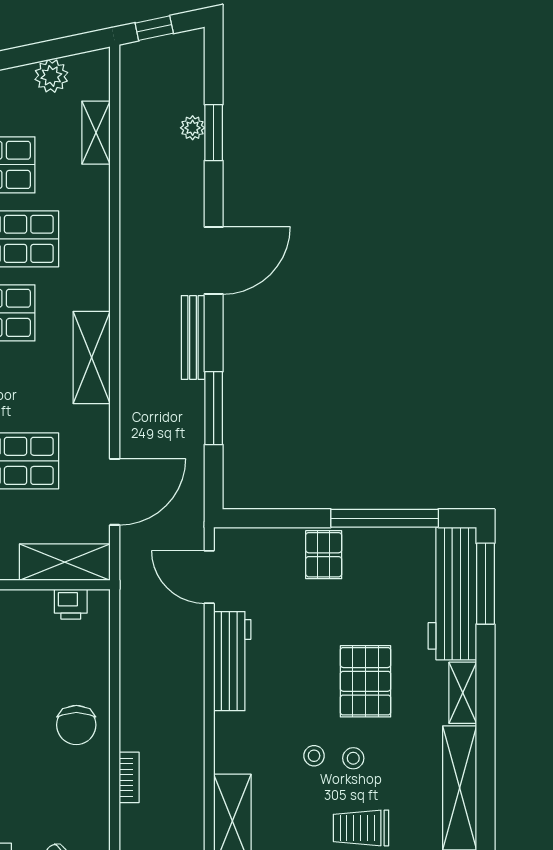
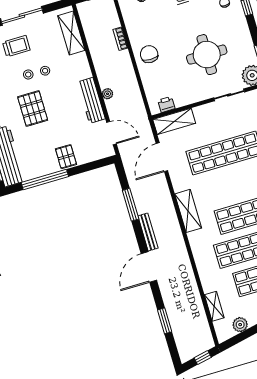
plant: (193, 128) -> (108, 94), moved

